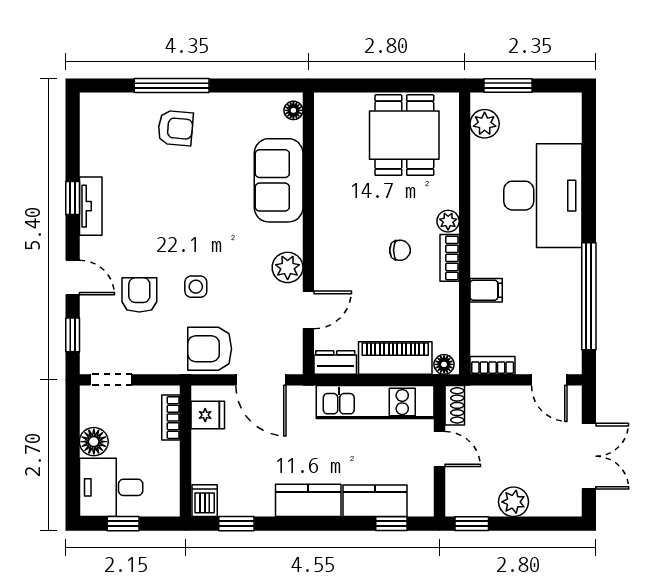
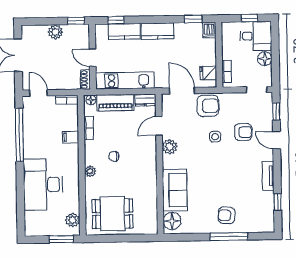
floor lamp: (293, 110) -> (172, 221), width x1.89, depth x1.89
dining table: (404, 135) -> (113, 214), turned 90
window: (73, 198) -> (278, 202), moved
bookcase: (450, 258) -> (89, 128), moved
armchair: (139, 295) -> (243, 132), turned -90

